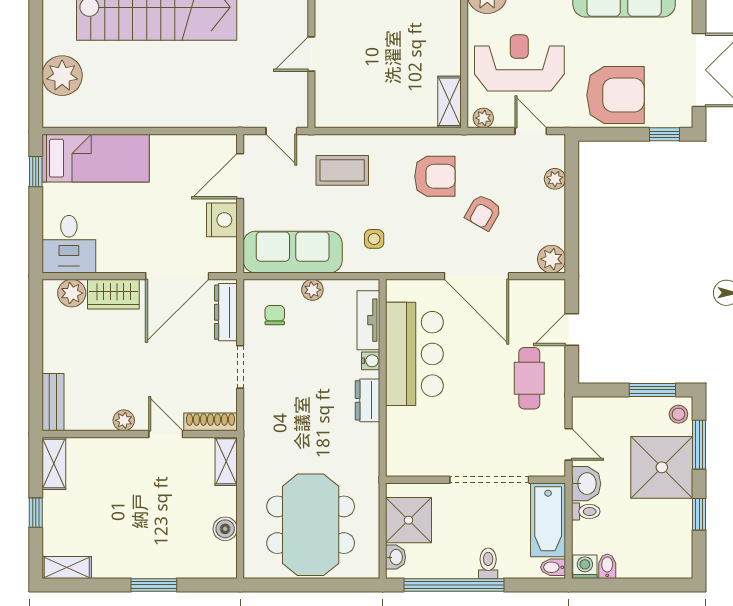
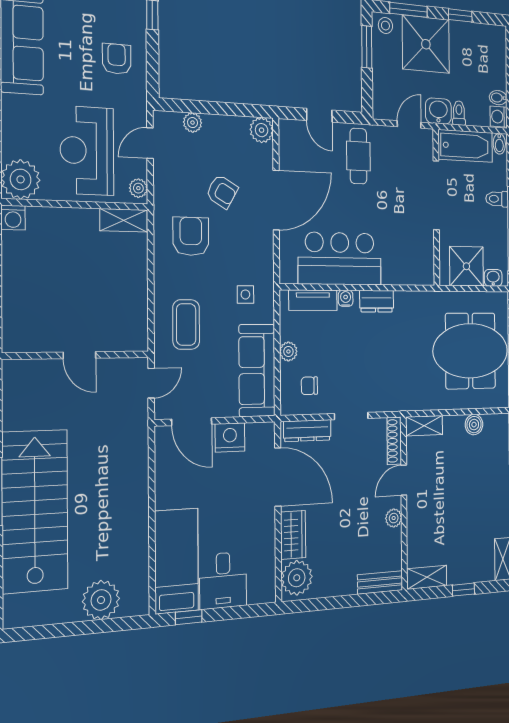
armchair: (616, 95) -> (117, 59), width x0.53, depth x0.53
desk: (69, 244) -> (223, 580), moved, turned 90
plant: (72, 293) -> (297, 578), width x1.36, depth x1.36
cafe table: (529, 378) -> (358, 156), turned 90

